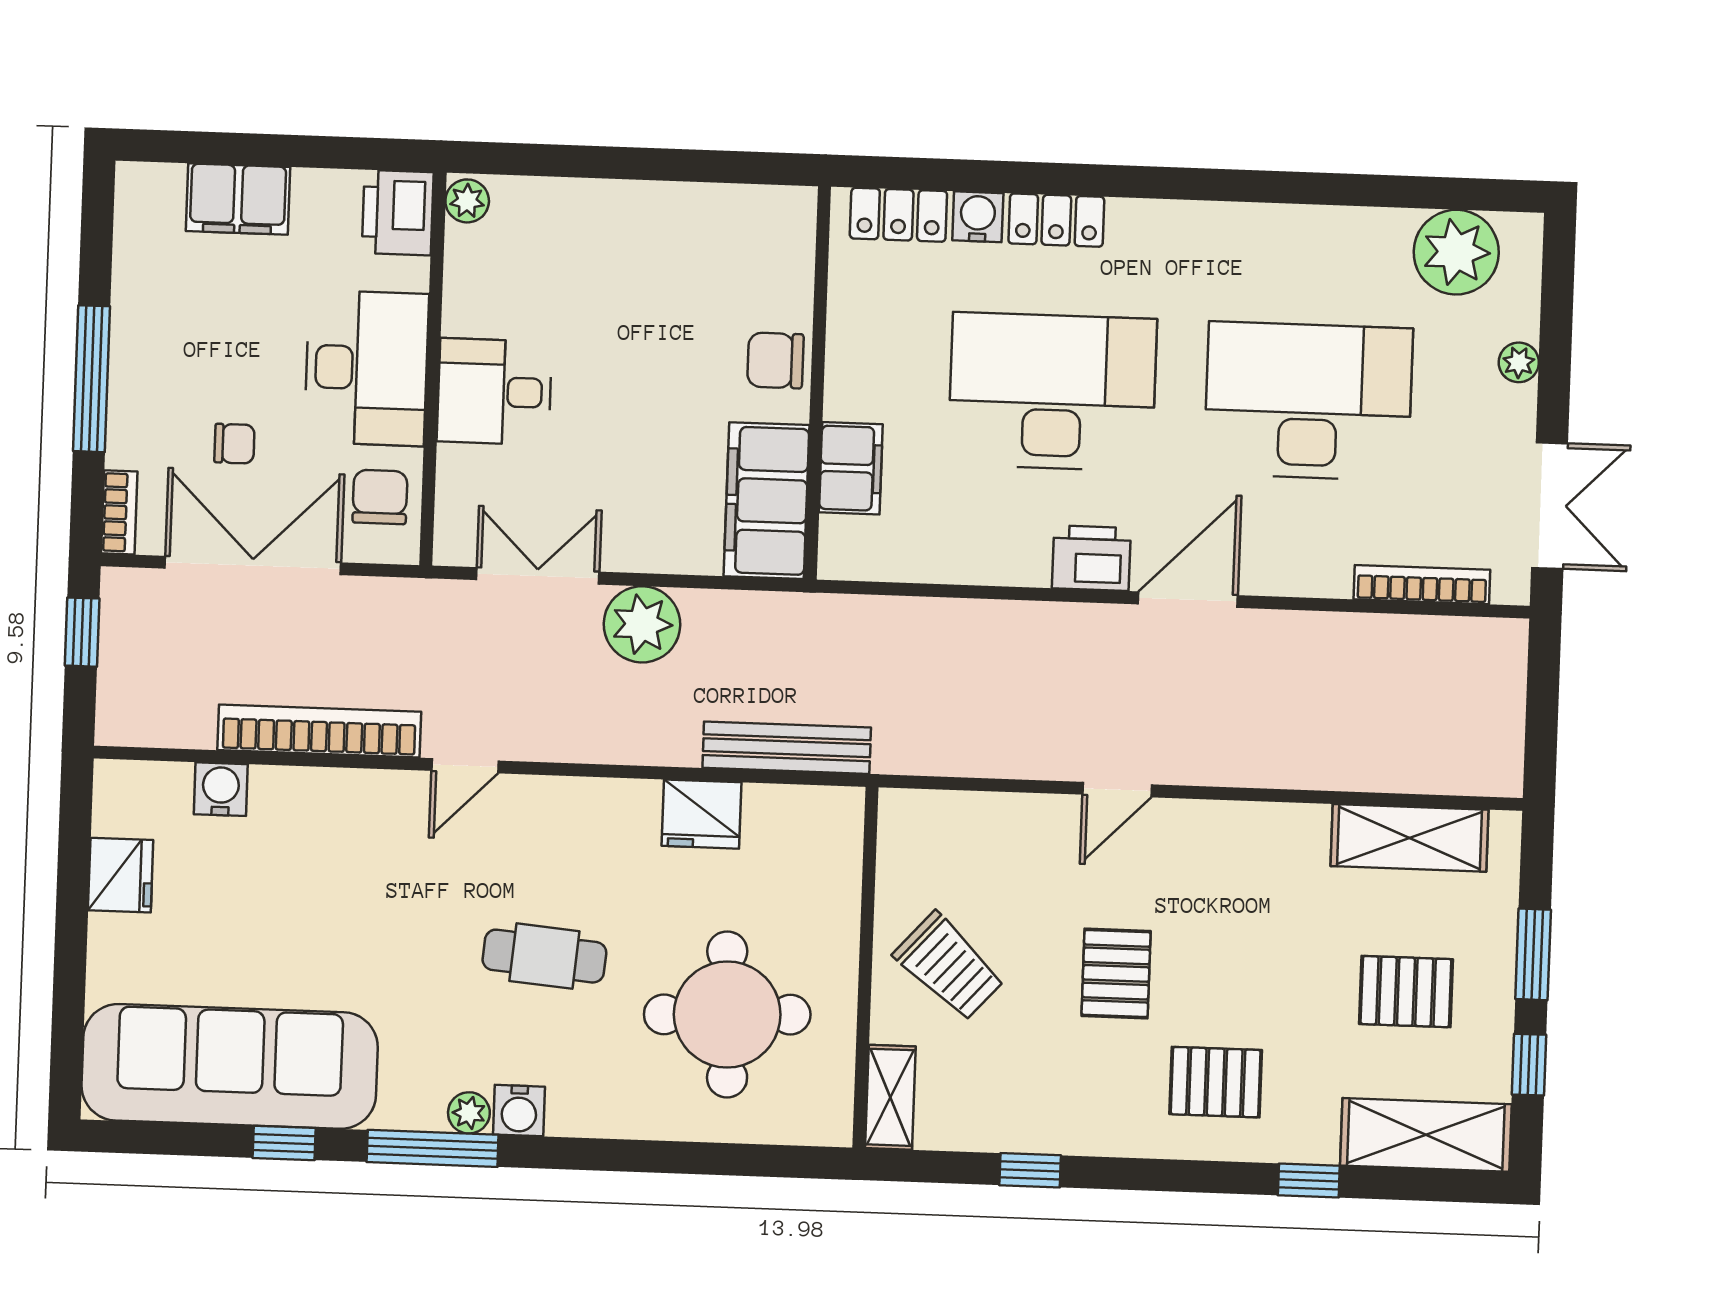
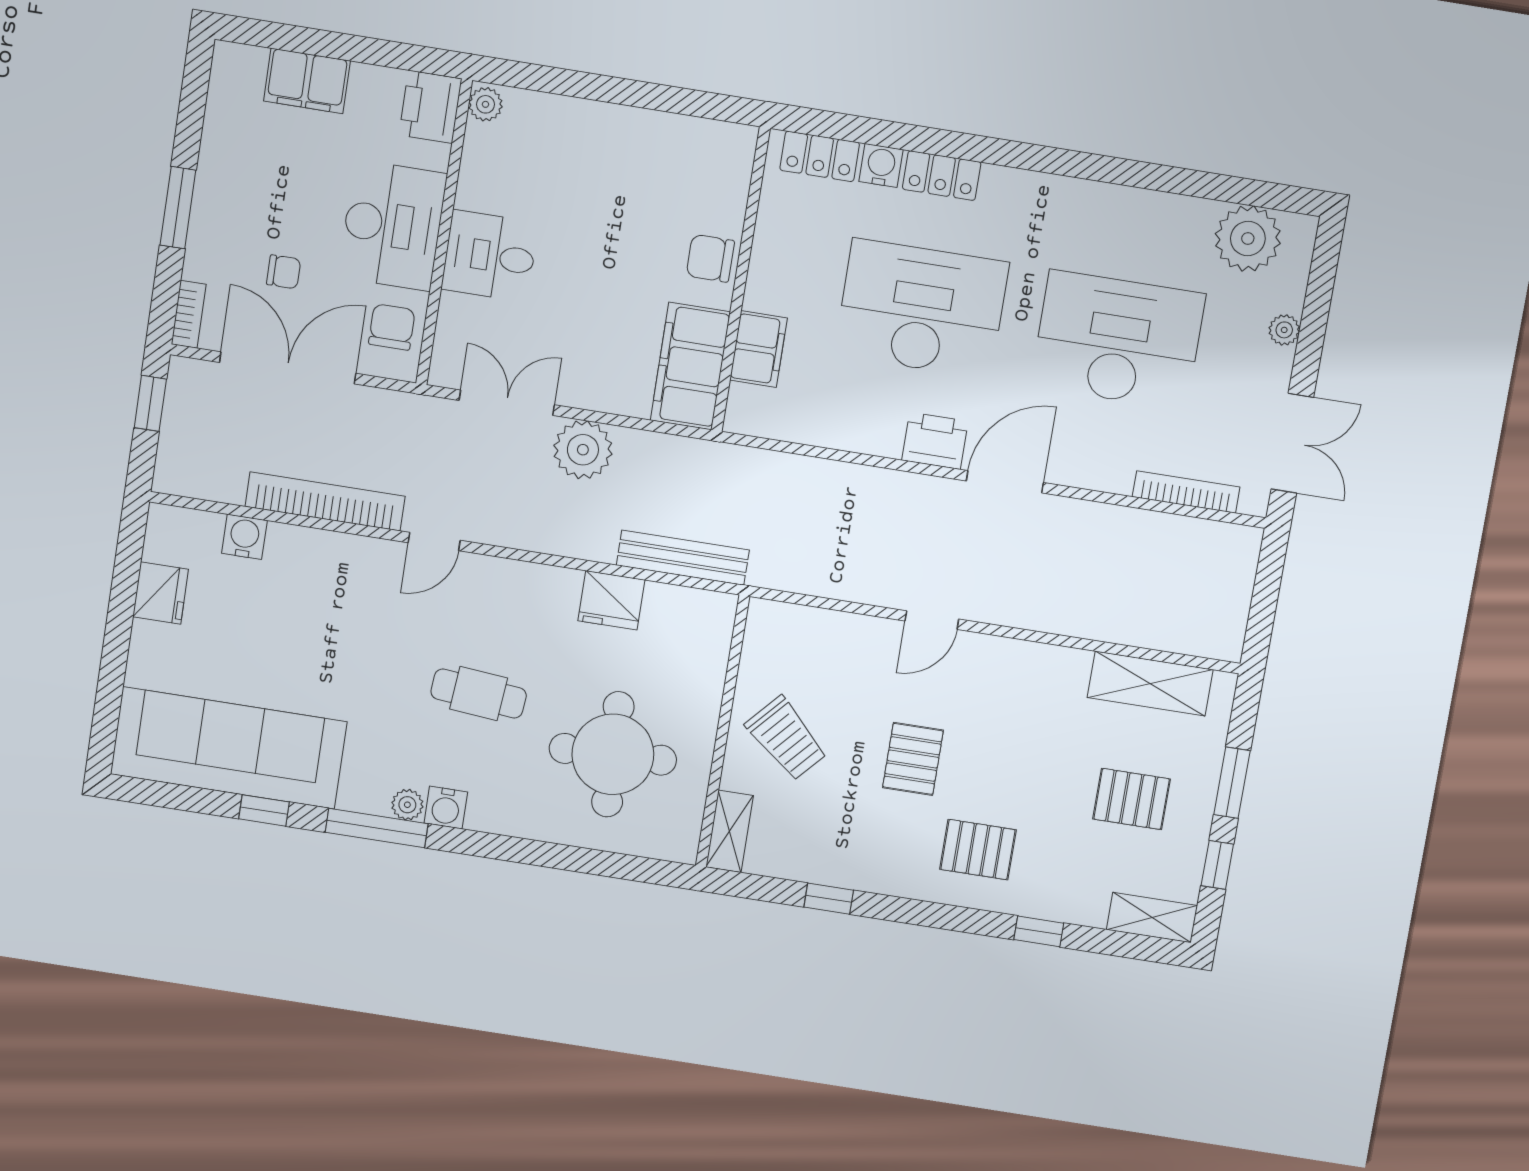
window: (91, 379) -> (178, 208), width x0.69
shelving: (1426, 1135) -> (1152, 918), width x0.67, depth x0.75

